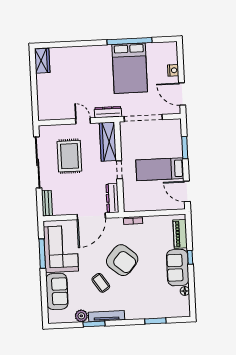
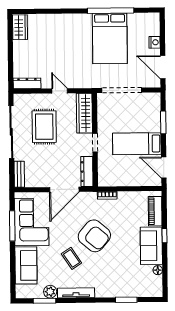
dresser: (108, 112) -> (27, 83), moved
window: (94, 324) -> (45, 301), moved

